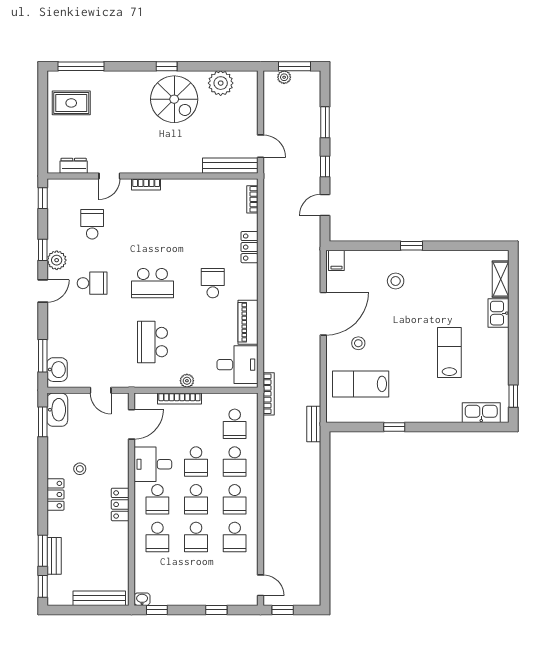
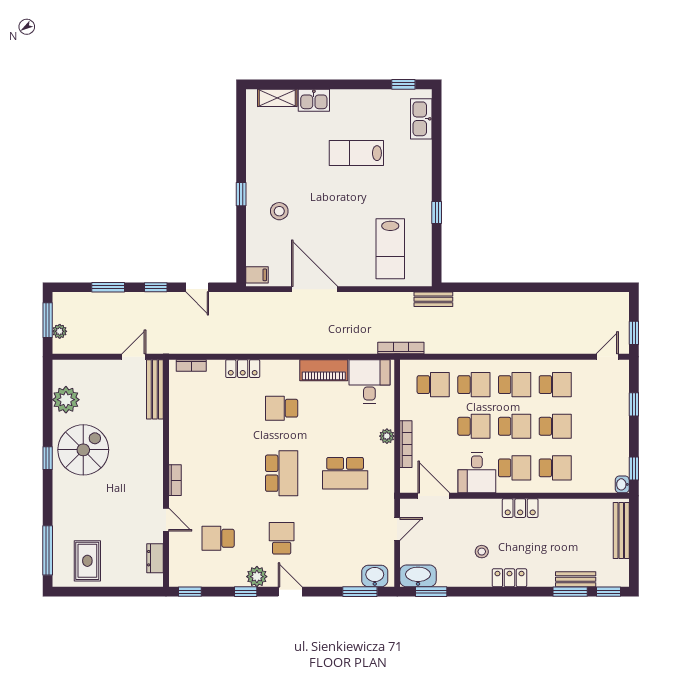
stool: (358, 343) -> (346, 251), removed

